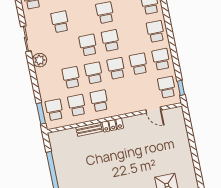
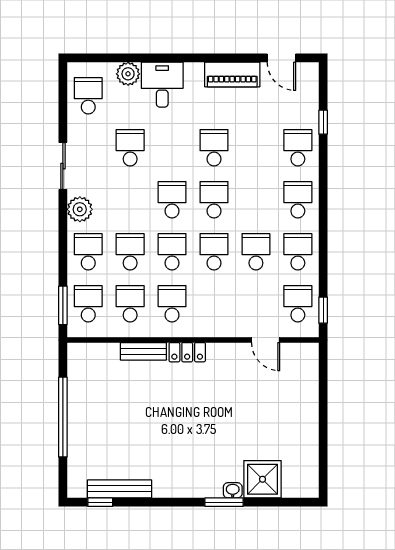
school desk: (49, 82) -> (88, 252), added

